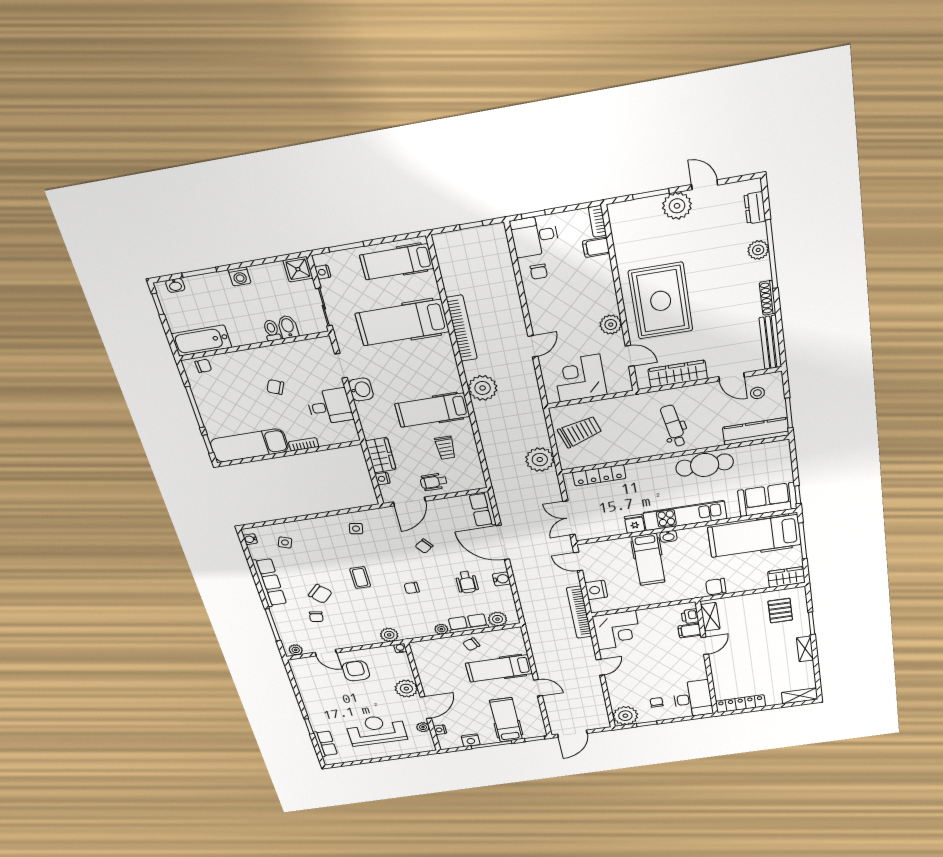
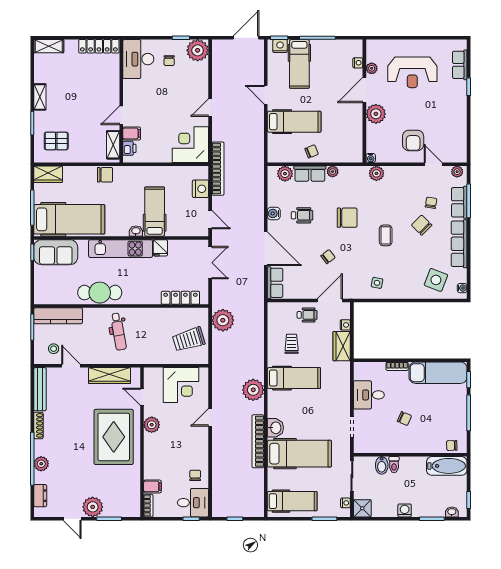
washbasin: (361, 389) -> (275, 428), moved, turned 180
side table: (285, 542) -> (436, 280), width x1.87, depth x1.87
wheelchair: (467, 582) -> (302, 215), turned 90
chair: (412, 588) -> (347, 218), width x1.87, depth x1.87
pallet: (780, 611) -> (56, 141), turned 90
row of seats: (283, 622) -> (459, 202), added
nightstand: (471, 740) -> (280, 46), moved

